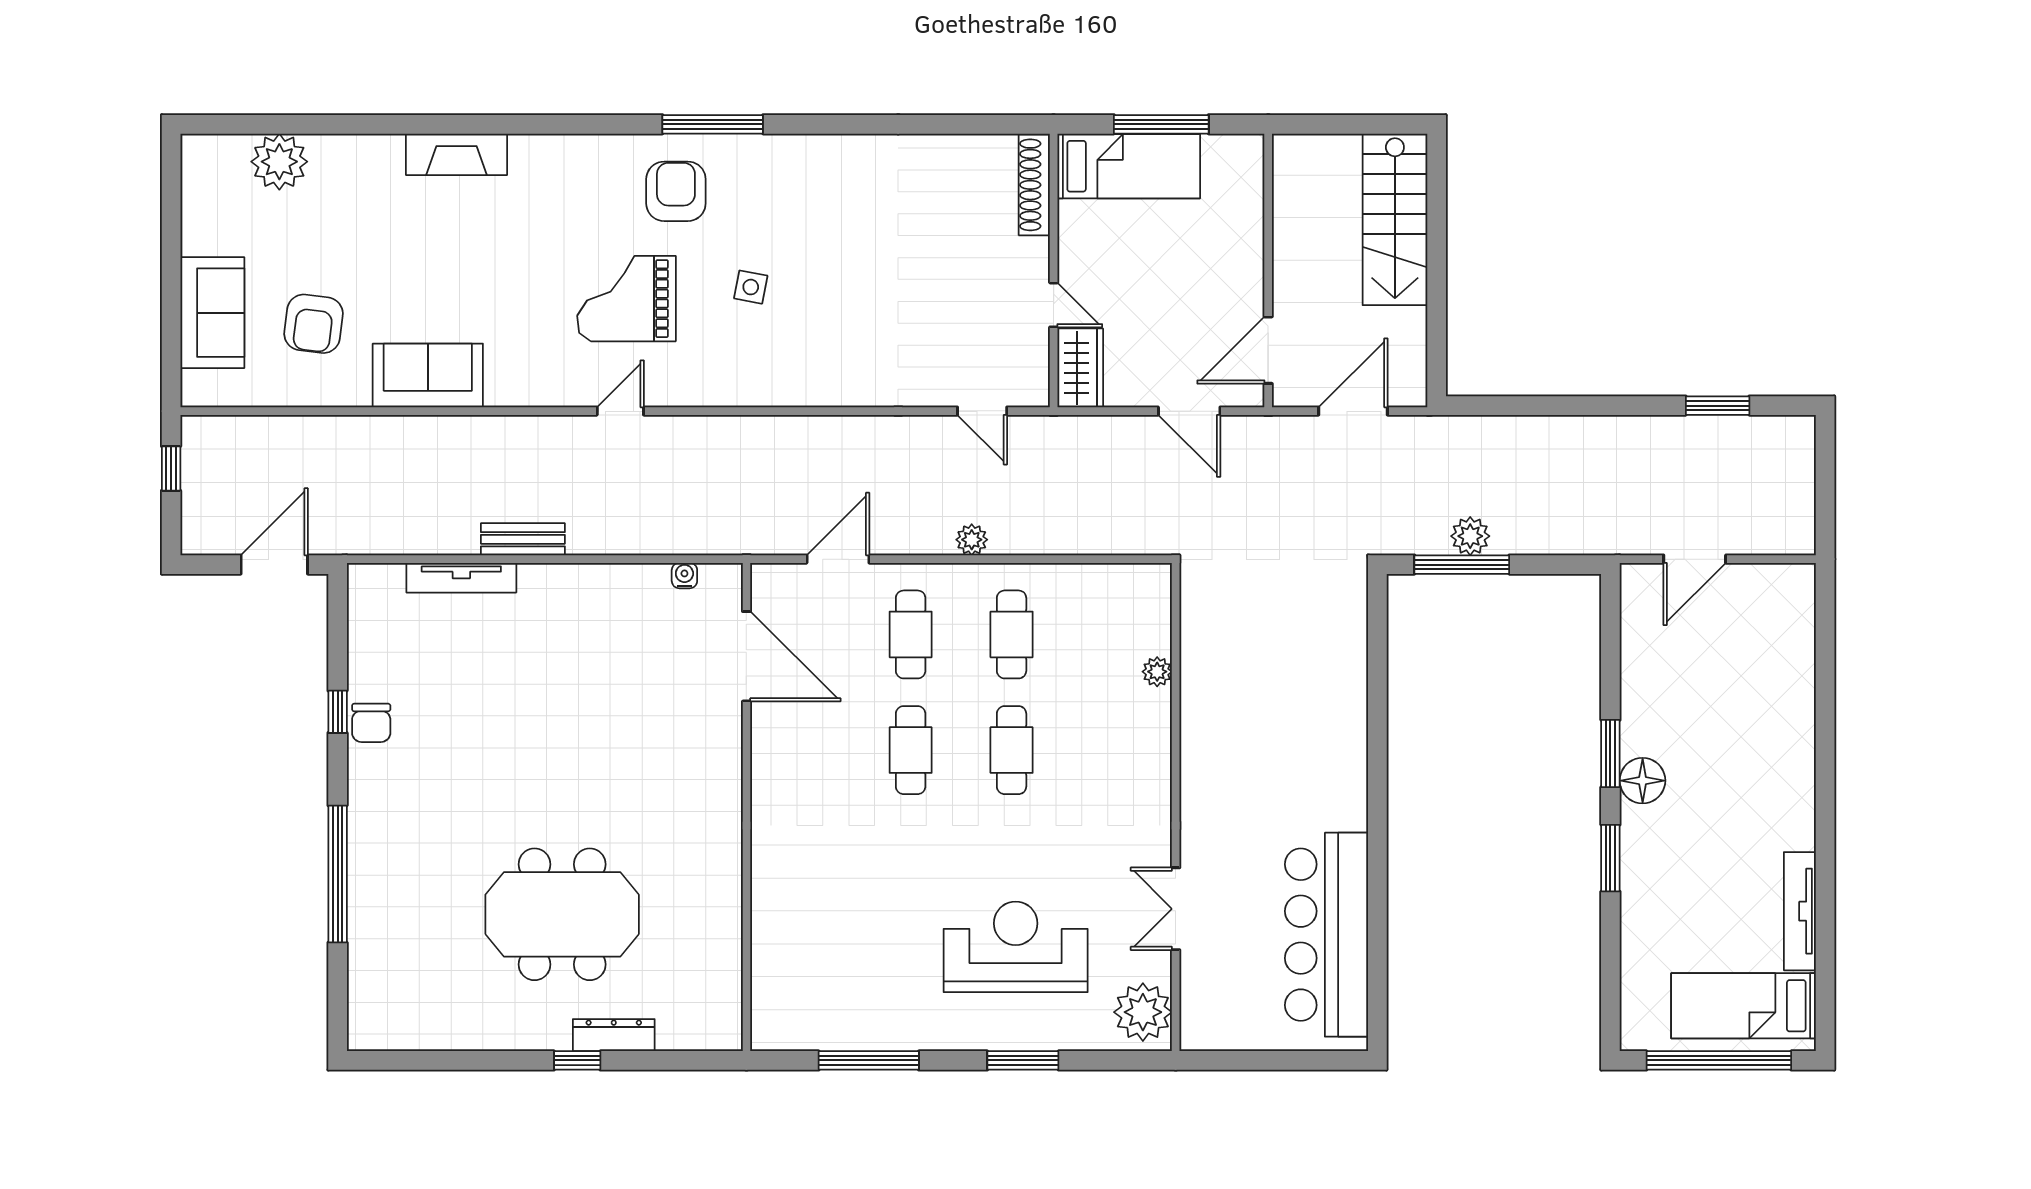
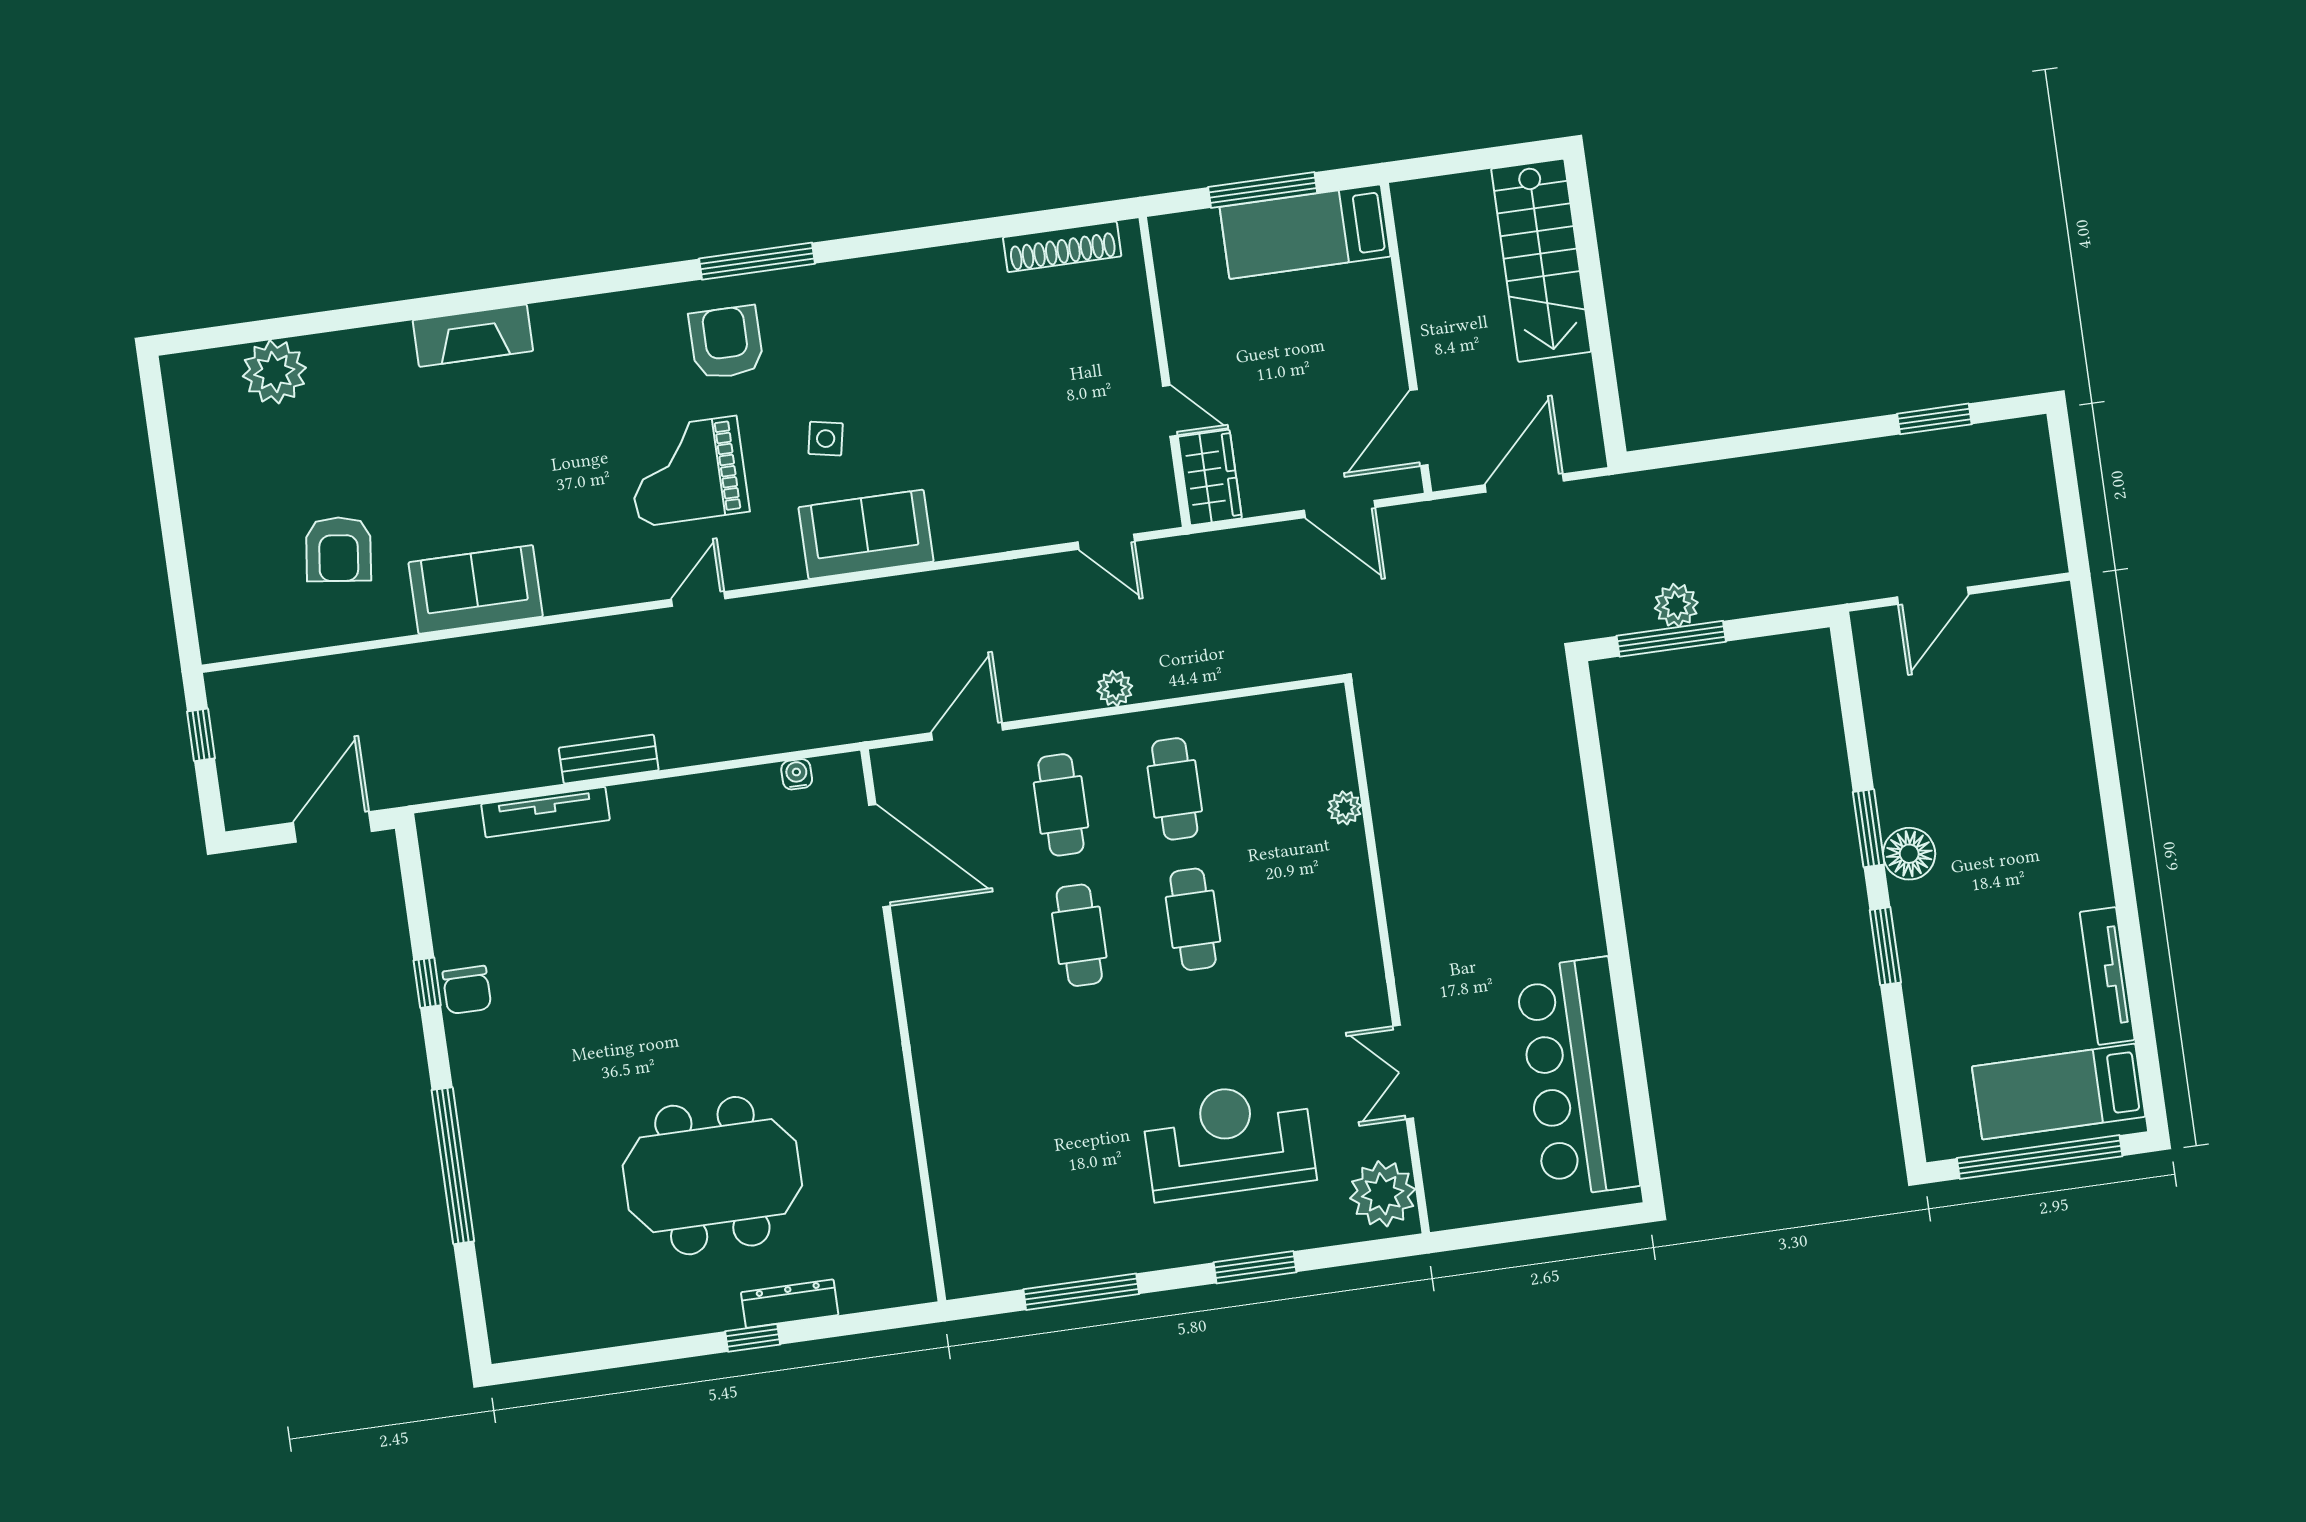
bed: (1129, 166) -> (1305, 232), moved, turned 180
shoe rack: (1034, 185) -> (1062, 247), moved, turned -90
sofa: (212, 313) -> (866, 534), moved, turned -90

